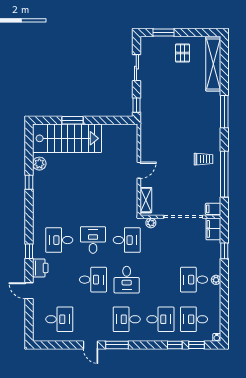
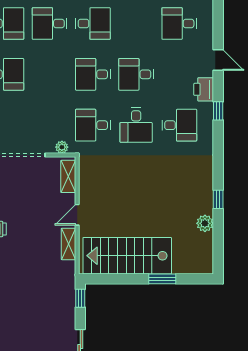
stairs: (67, 138) -> (127, 256), moved
shelving: (146, 147) -> (68, 244), added
desk: (127, 280) -> (93, 74), turned -90

